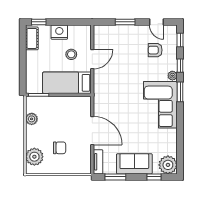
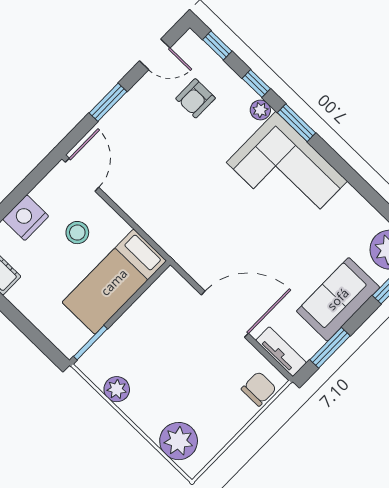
door: (92, 59) -> (82, 175), moved
chair: (60, 148) -> (259, 389), moved

